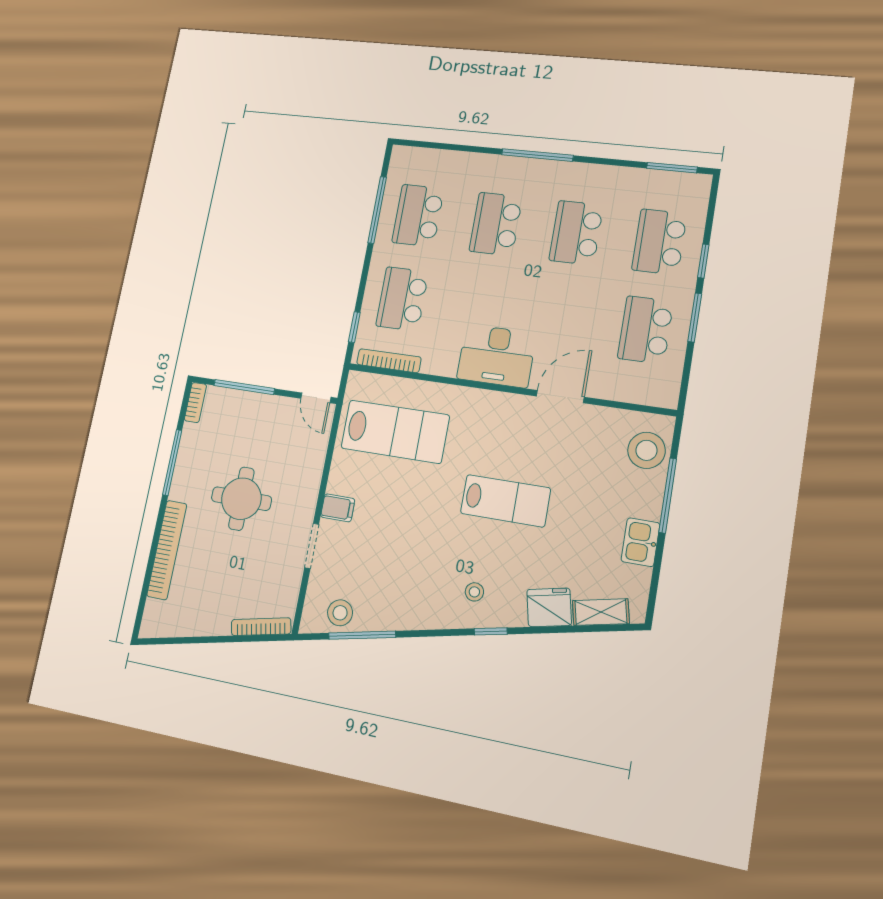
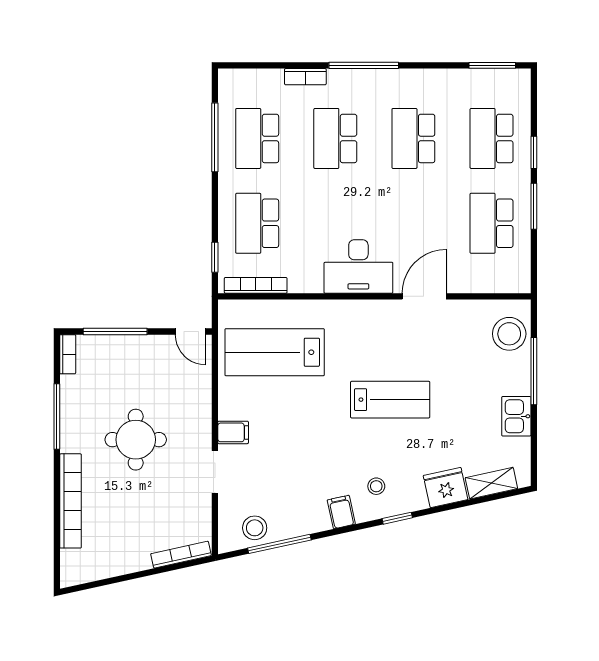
bookcase: (477, 160) -> (305, 77), added
lab bench: (395, 432) -> (275, 352), turned 180
filing cabinet: (433, 613) -> (341, 512), added

